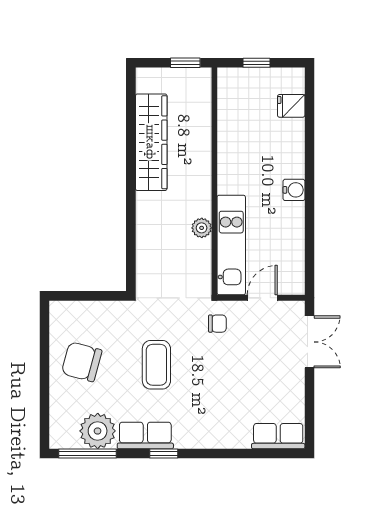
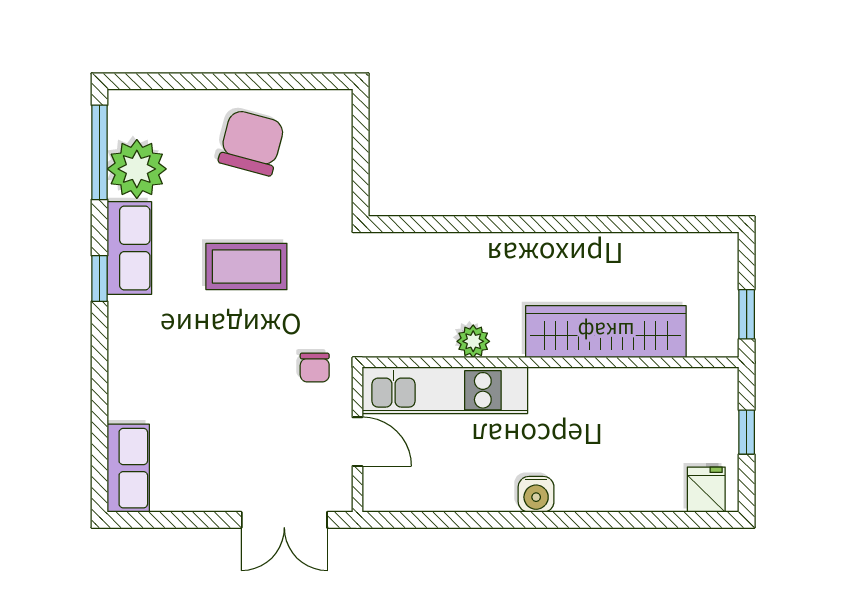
fridge: (291, 106) -> (706, 490), moved
wardrobe: (151, 142) -> (606, 332), moved, turned 180

